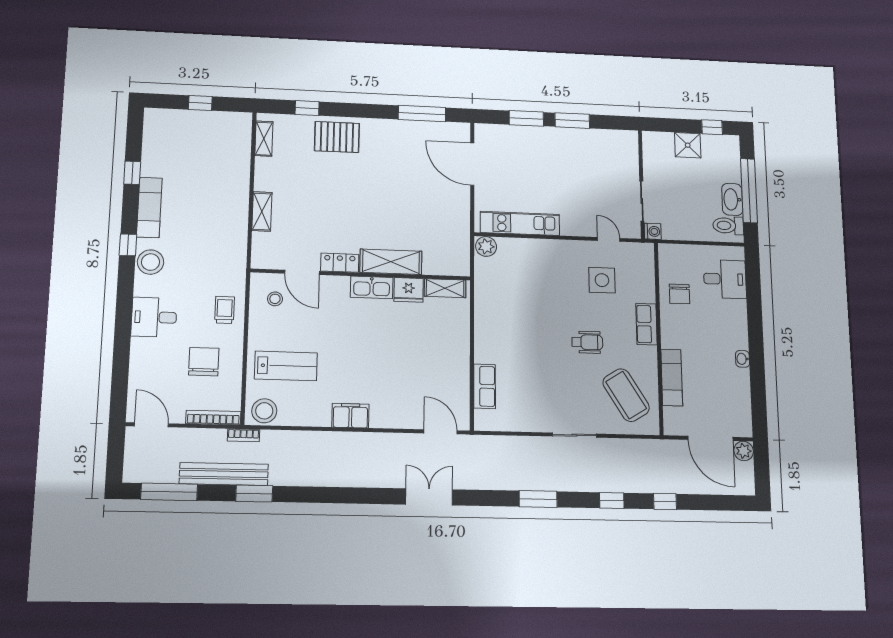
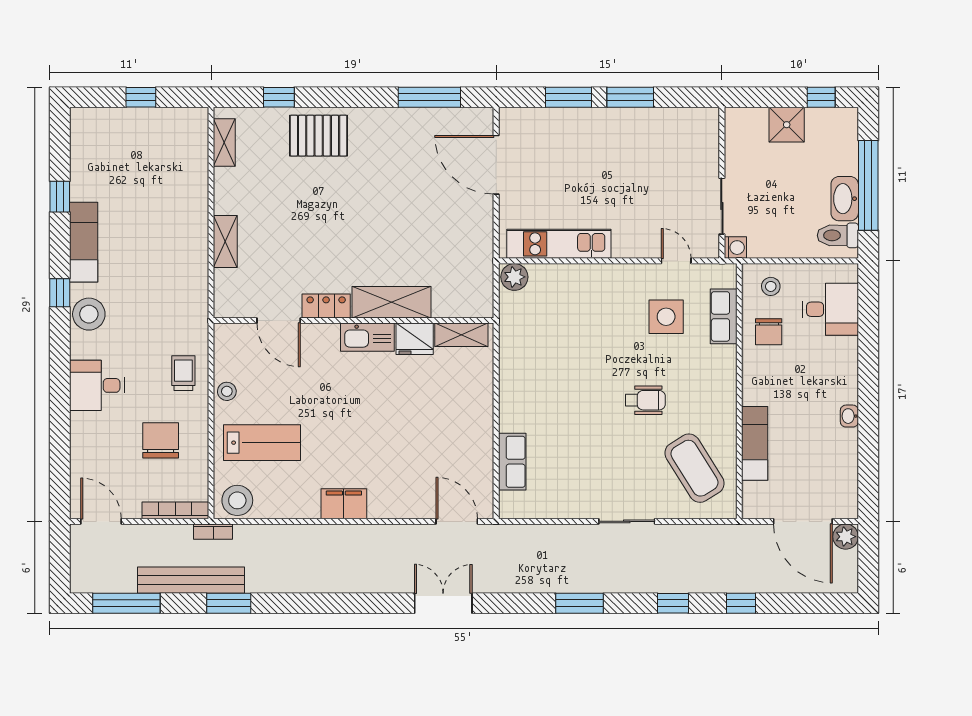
stool: (680, 261) -> (771, 286), added
stool: (275, 299) -> (227, 391), moved
row of seats: (647, 324) -> (724, 316), moved

